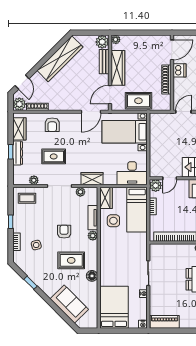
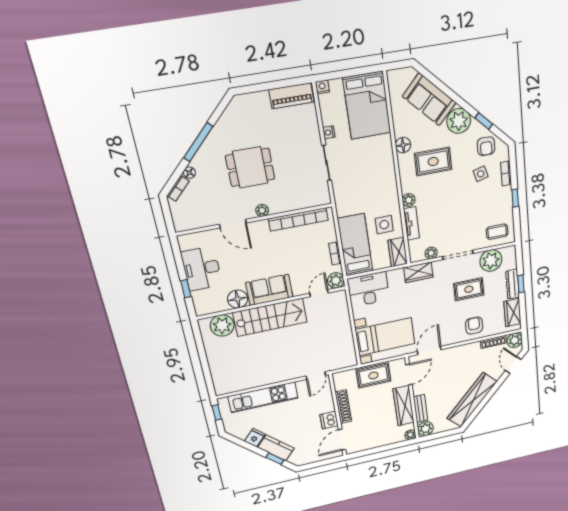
plant: (34, 180) -> (491, 261), width x1.88, depth x1.88
armchair: (64, 232) -> (486, 146), moved
plant: (49, 286) -> (459, 121), added

